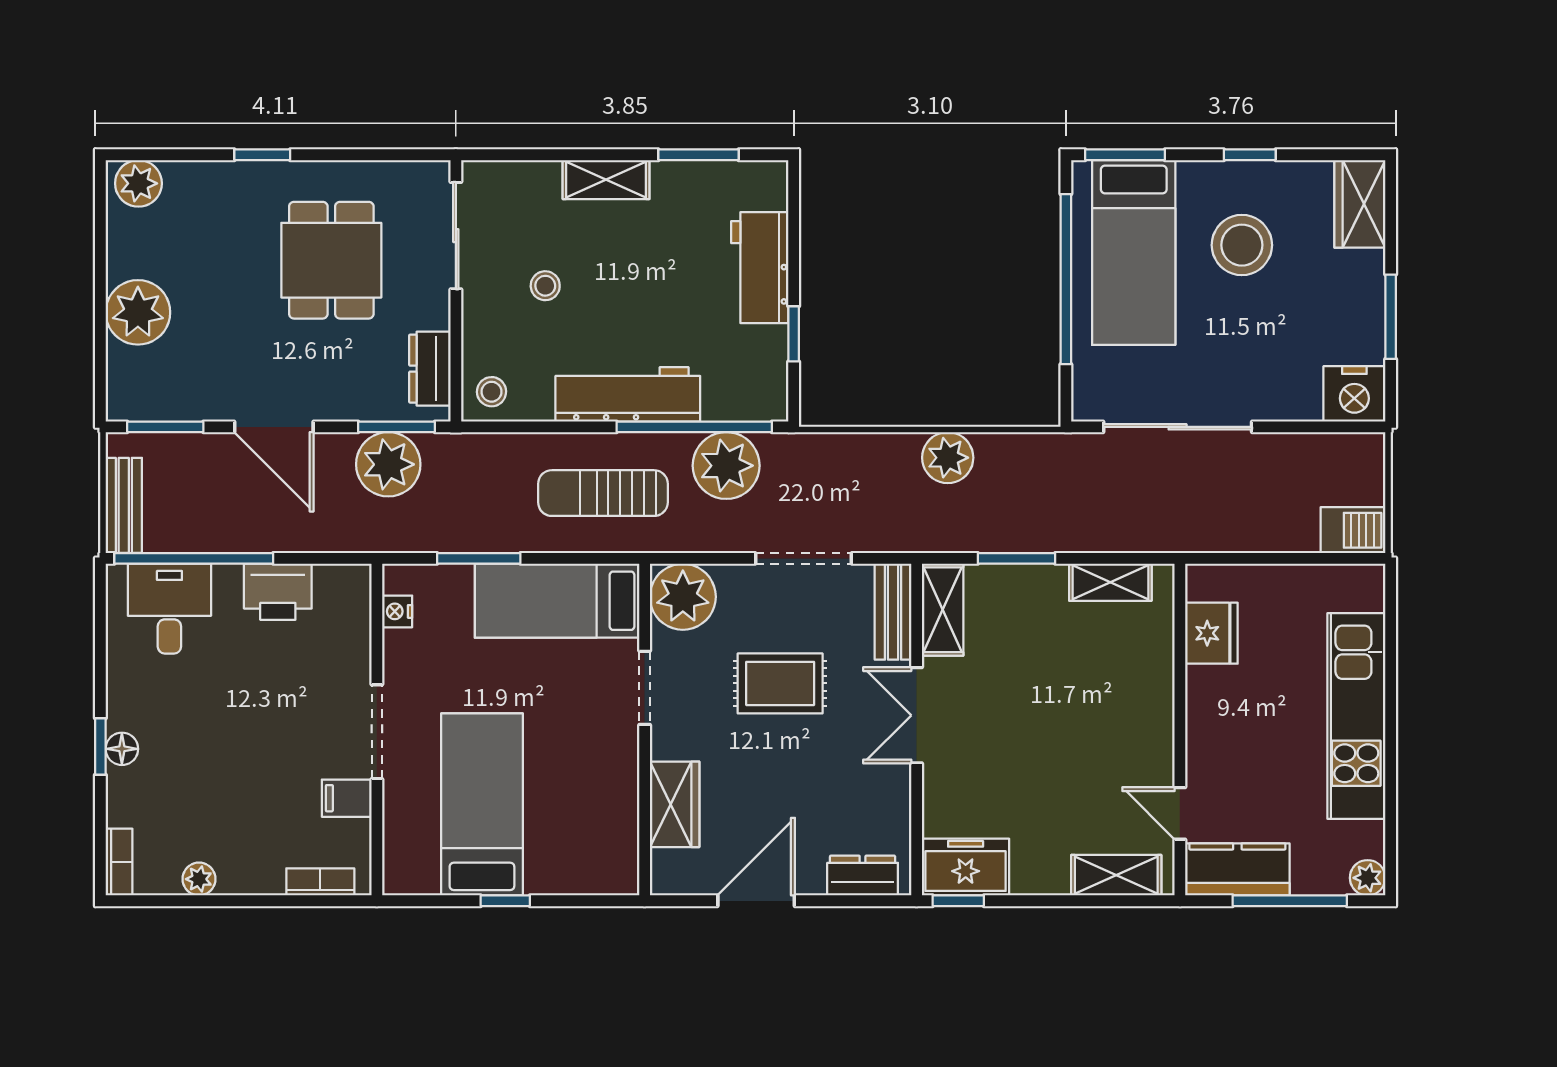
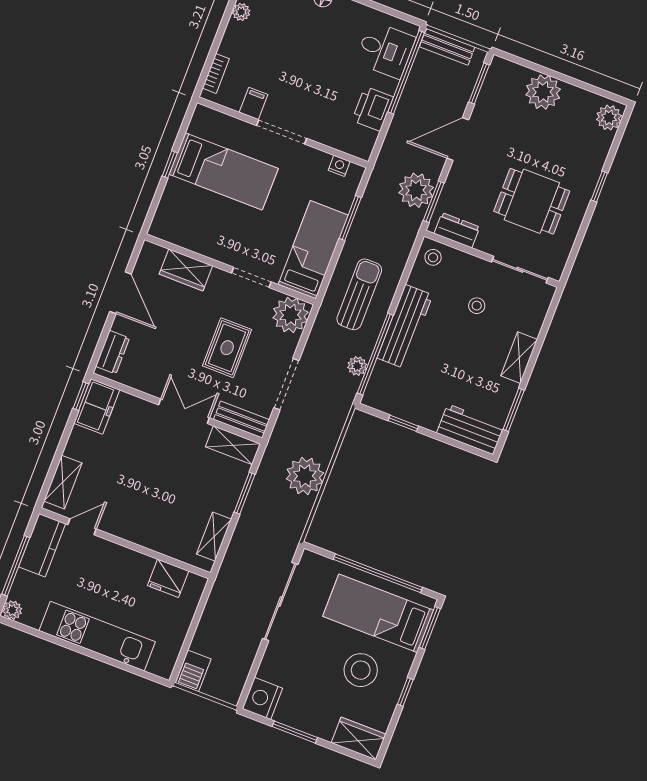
workbench: (760, 268) -> (470, 429), moved
plant: (948, 458) -> (305, 476), width x1.36, depth x1.36
plant: (726, 466) -> (357, 366), width x0.53, depth x0.53

